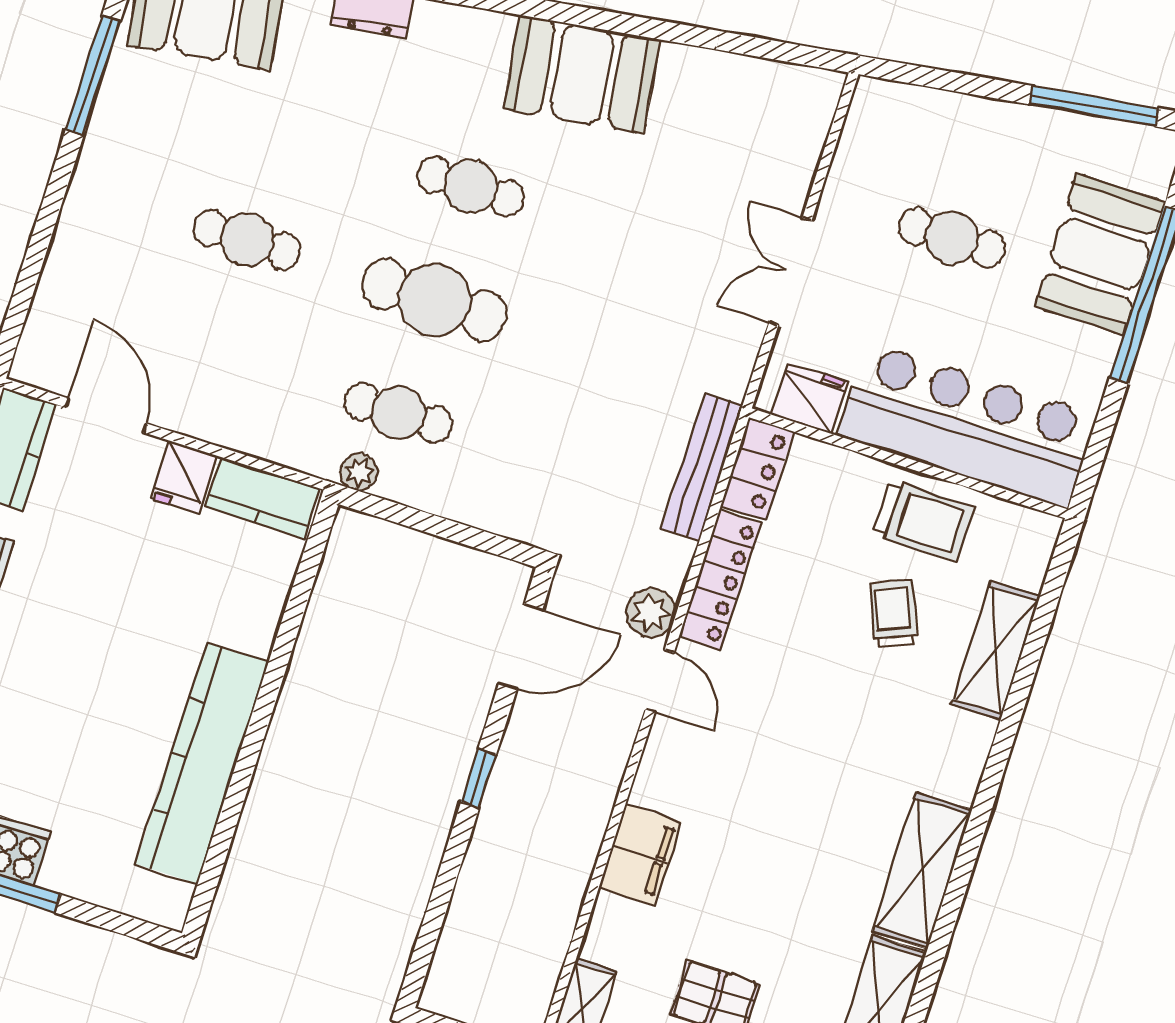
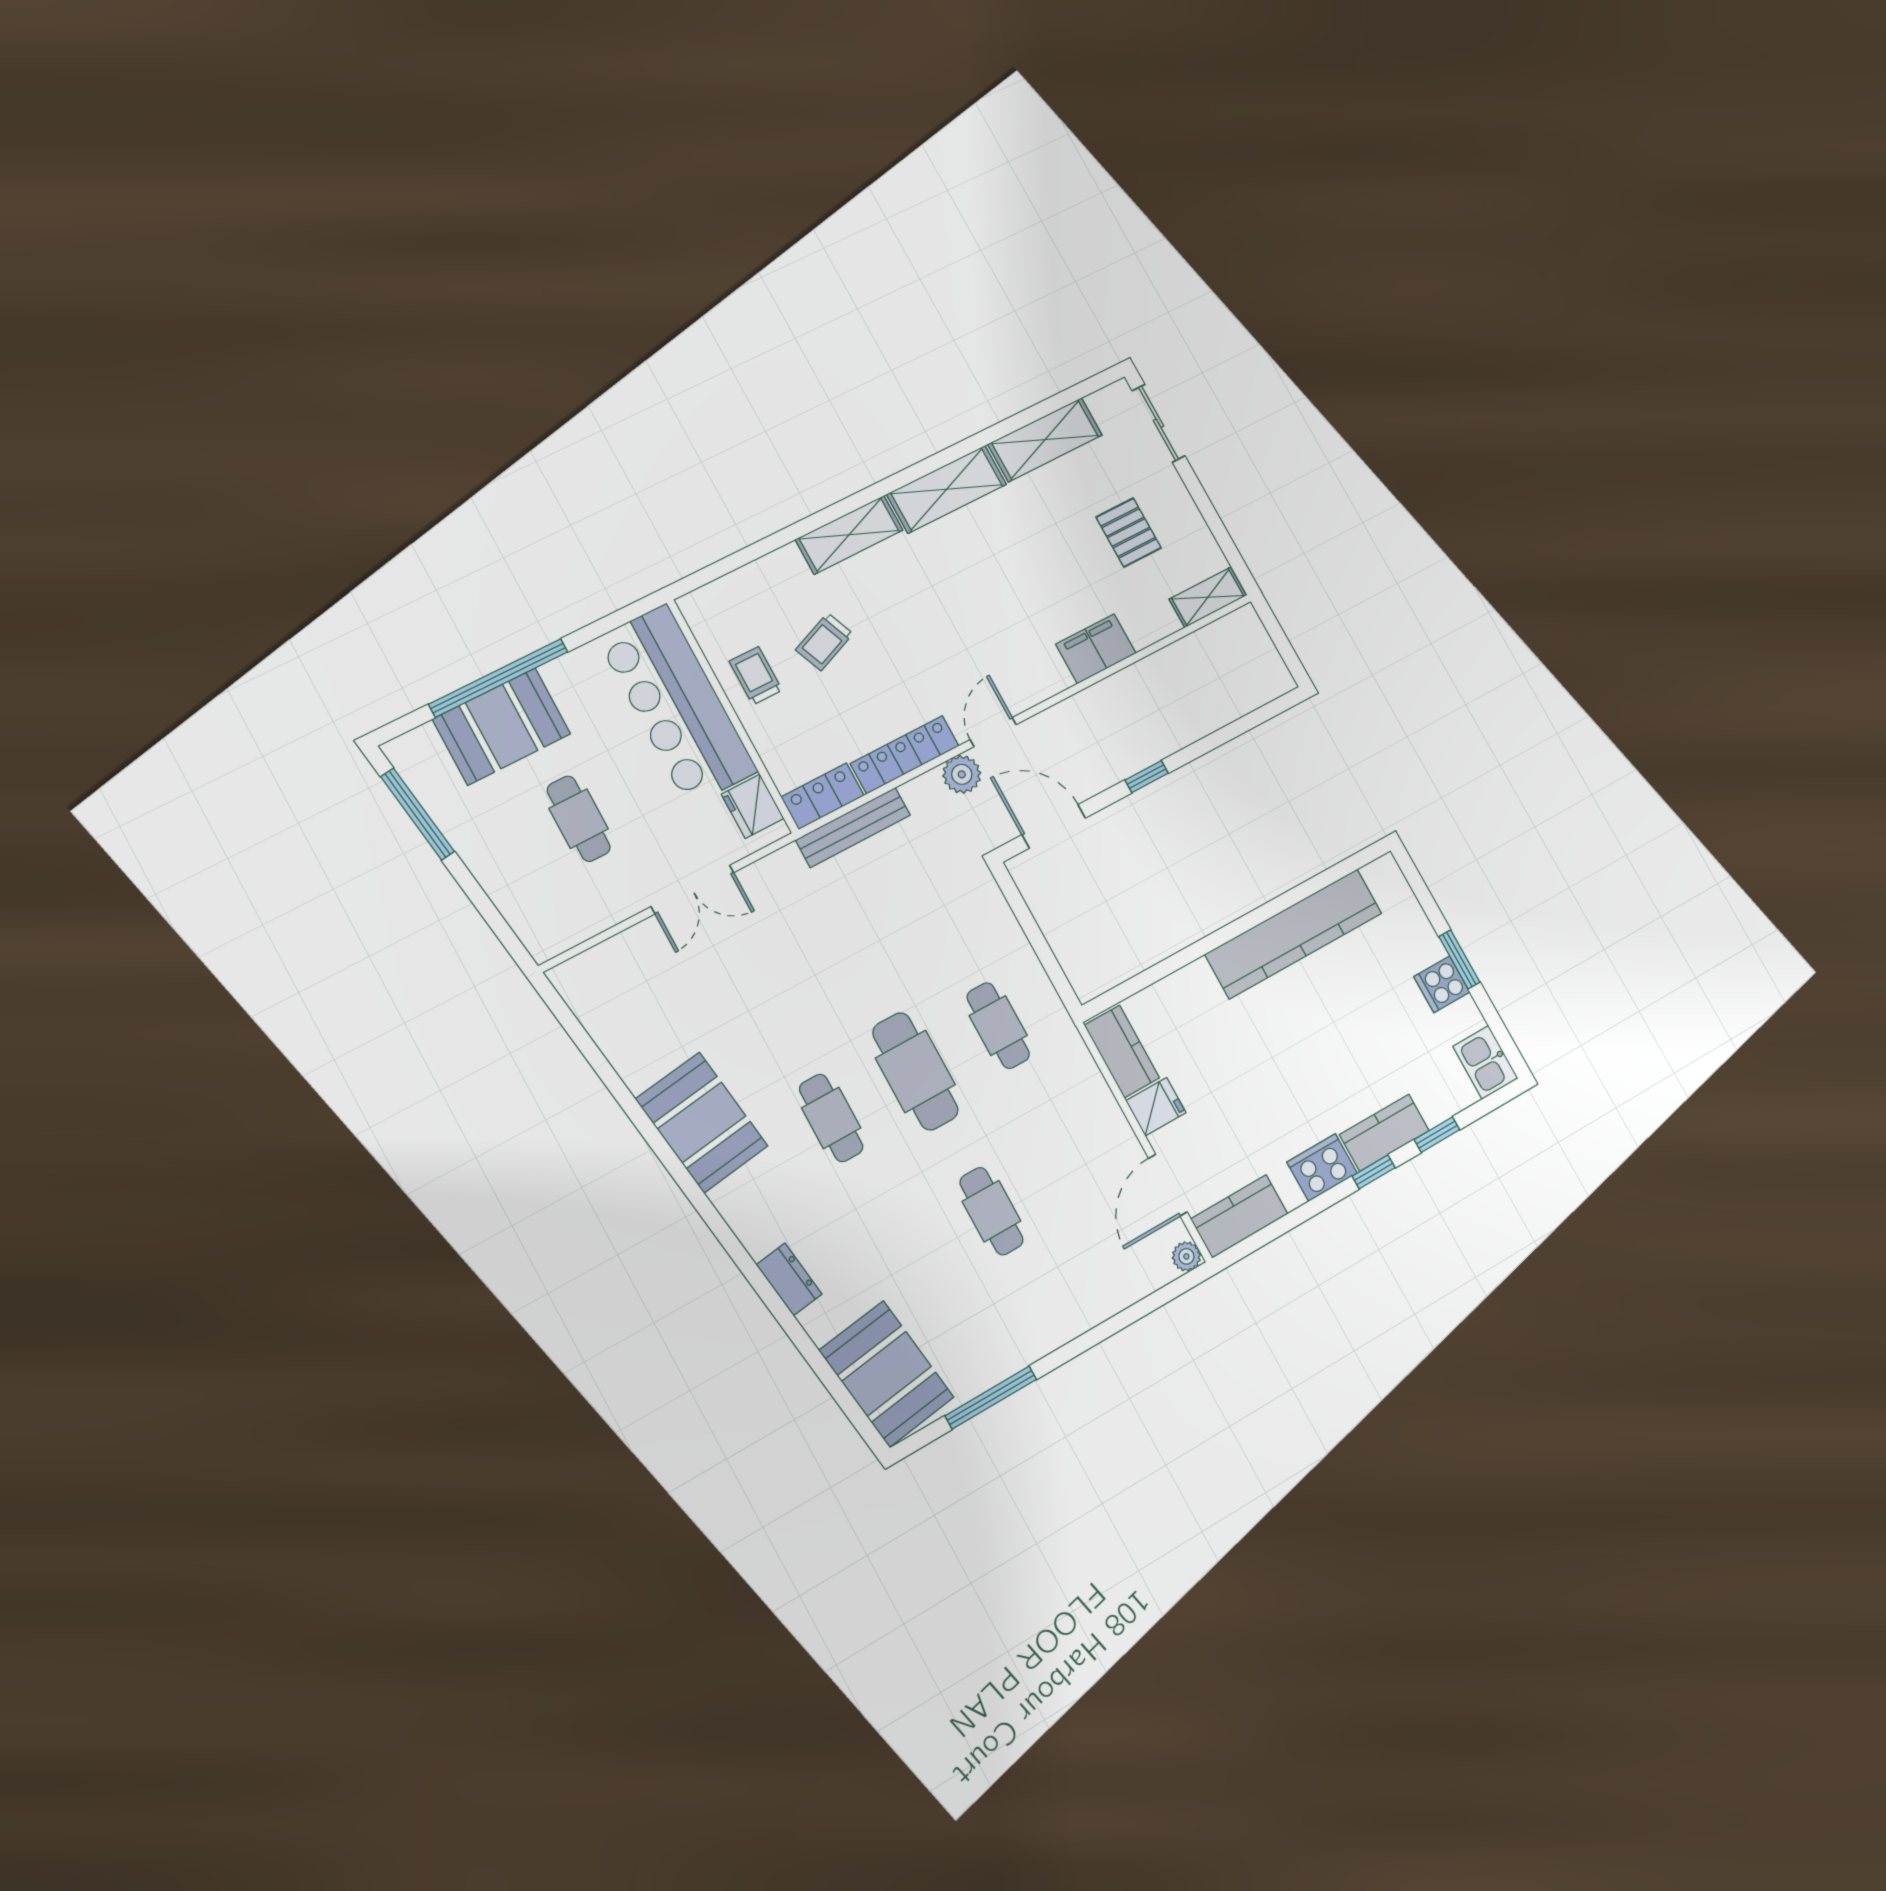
plant: (359, 472) -> (1186, 1256), moved
trolley: (924, 521) -> (756, 676), width x0.73, depth x0.72
shelving: (996, 650) -> (849, 535), moved

